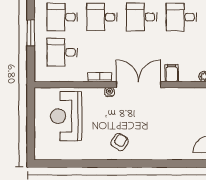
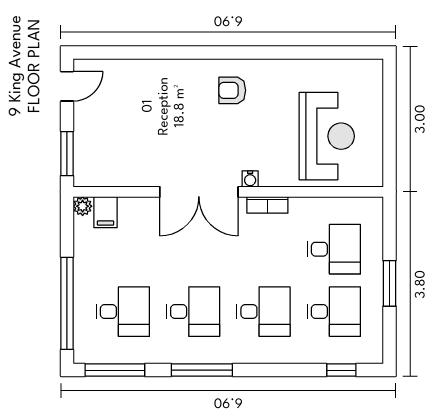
filing cabinet: (172, 73) -> (106, 212), moved
armchair: (120, 142) -> (232, 90), turned 58

